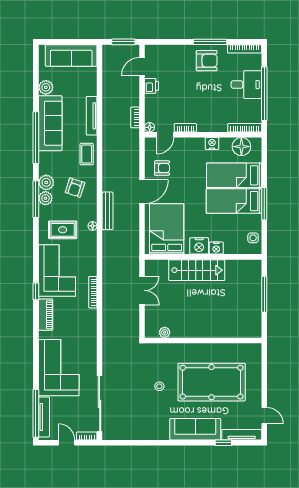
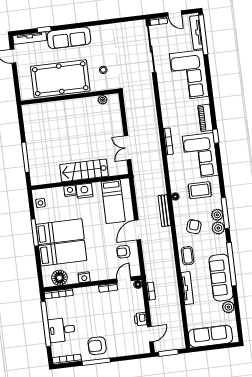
bed: (167, 229) -> (113, 202), width x0.67
plant: (165, 332) -> (103, 100), moved
wall: (203, 341) -> (70, 97), moved

